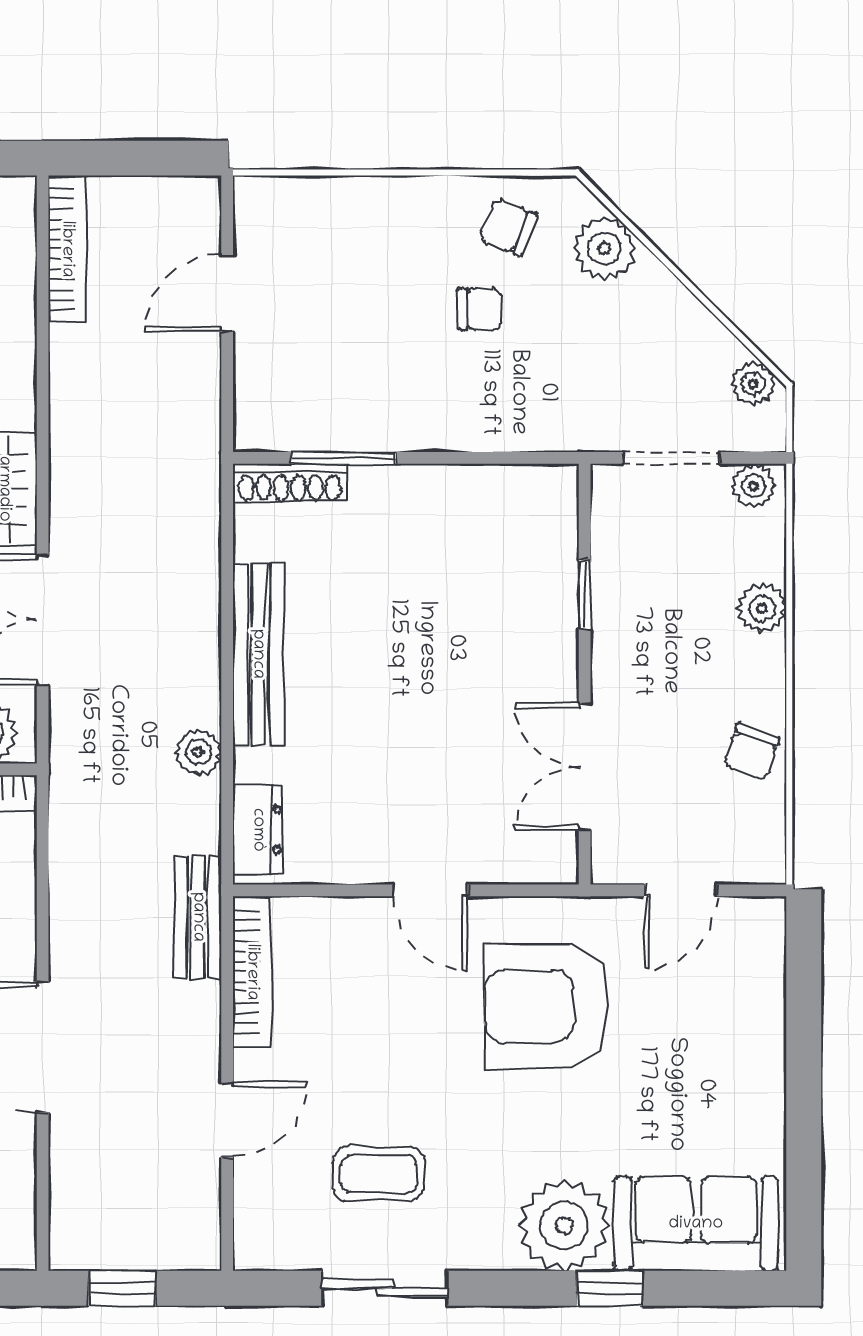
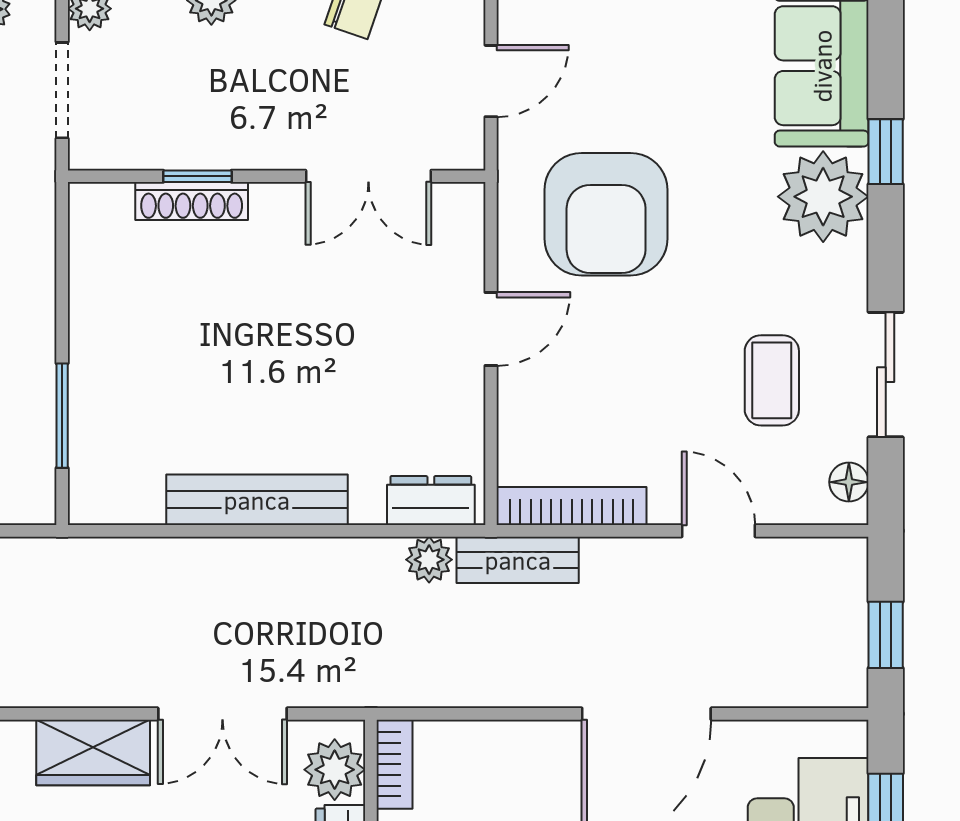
shoe rack: (290, 483) -> (192, 201), moved, turned 90
plant: (198, 752) -> (429, 560), moved
door: (681, 890) -> (491, 81), hinge flipped
floor lamp: (276, 1251) -> (849, 482), added

